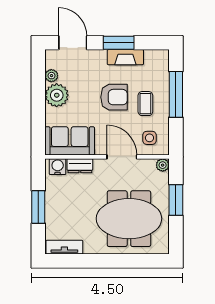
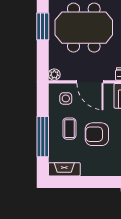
window: (119, 43) -> (93, 182), removed
fireplace: (125, 57) -> (64, 169), moved
window: (176, 200) -> (43, 26), moved

